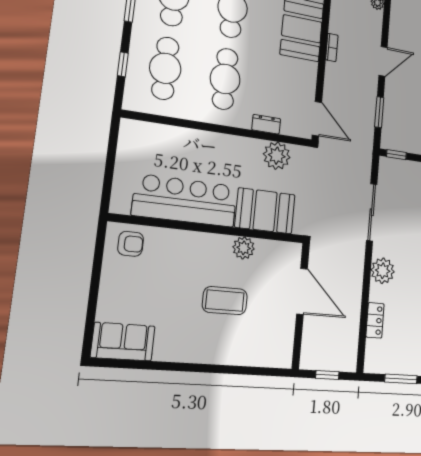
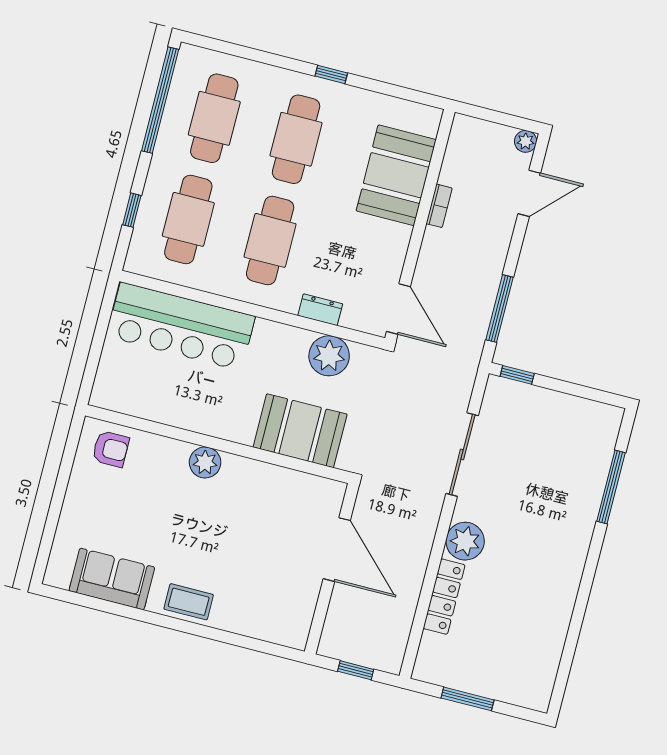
door: (383, 61) -> (529, 193), moved
window: (379, 112) -> (500, 309), width x1.44
bar counter: (185, 201) -> (181, 326), moved, turned 180
plant: (244, 248) -> (205, 462), moved
coffee table: (225, 301) -> (189, 602), moved, width x0.73, depth x0.77
locker: (375, 320) -> (444, 597), width x1.53
sofa: (123, 342) -> (112, 579), moved

